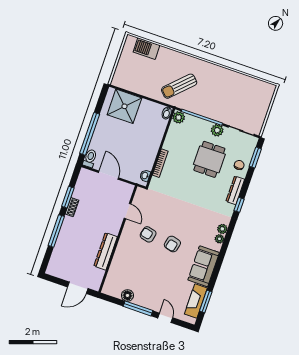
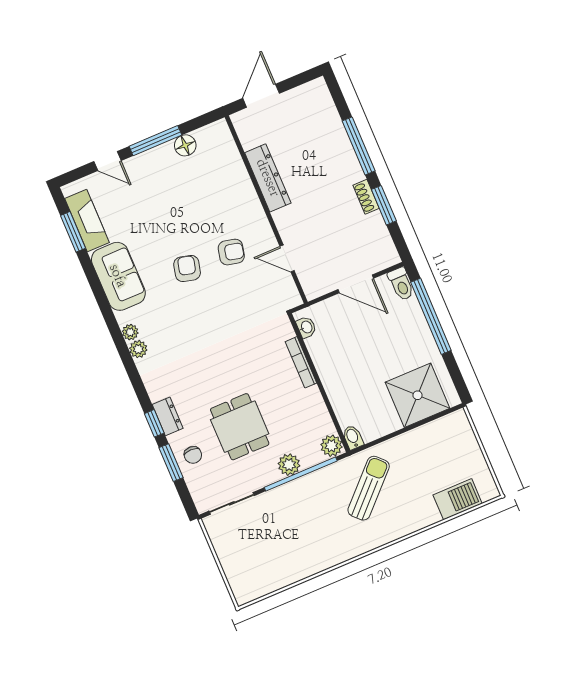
plant: (217, 130) -> (289, 465), moved
window: (255, 158) -> (171, 463), moved
dresser: (235, 190) -> (168, 416), width x0.70
window: (239, 205) -> (154, 423), moved

